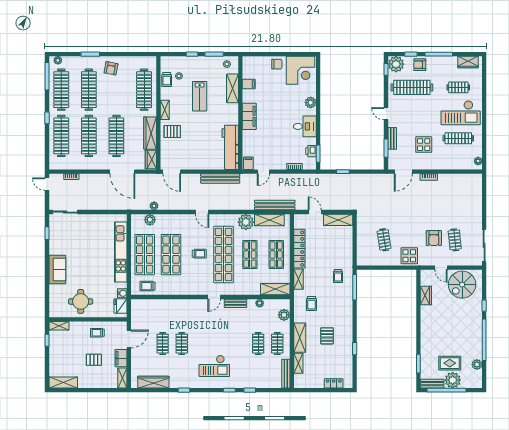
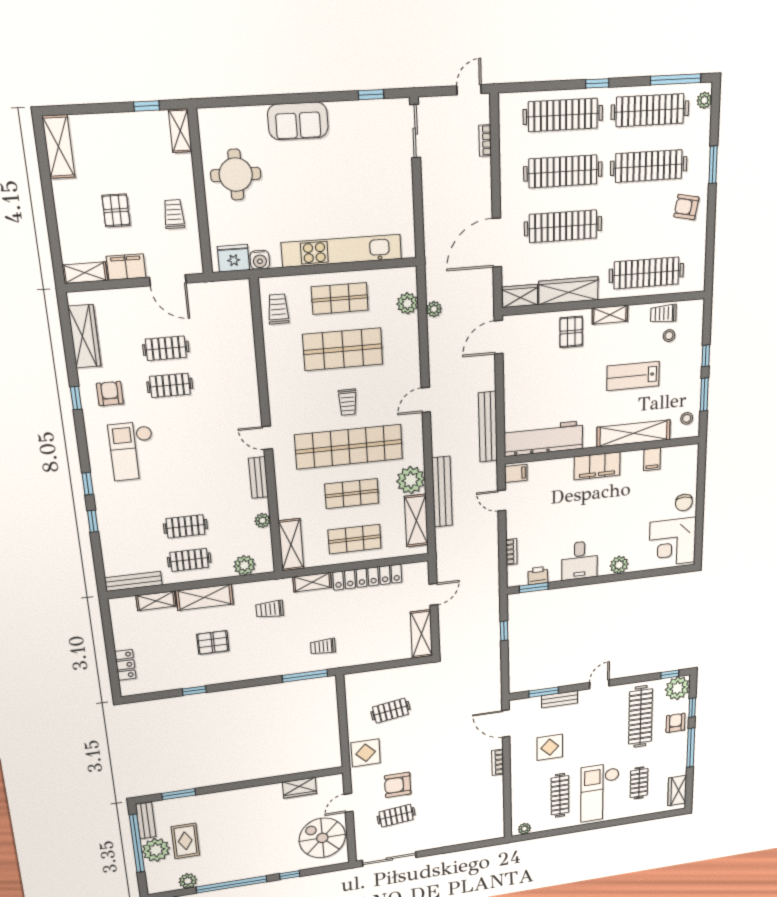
shelving: (232, 88) -> (634, 433), width x1.47
bench: (275, 205) -> (442, 492), moved
shop shelf: (145, 255) -> (340, 298), width x0.70, depth x0.74
armchair: (183, 373) -> (110, 393), added

